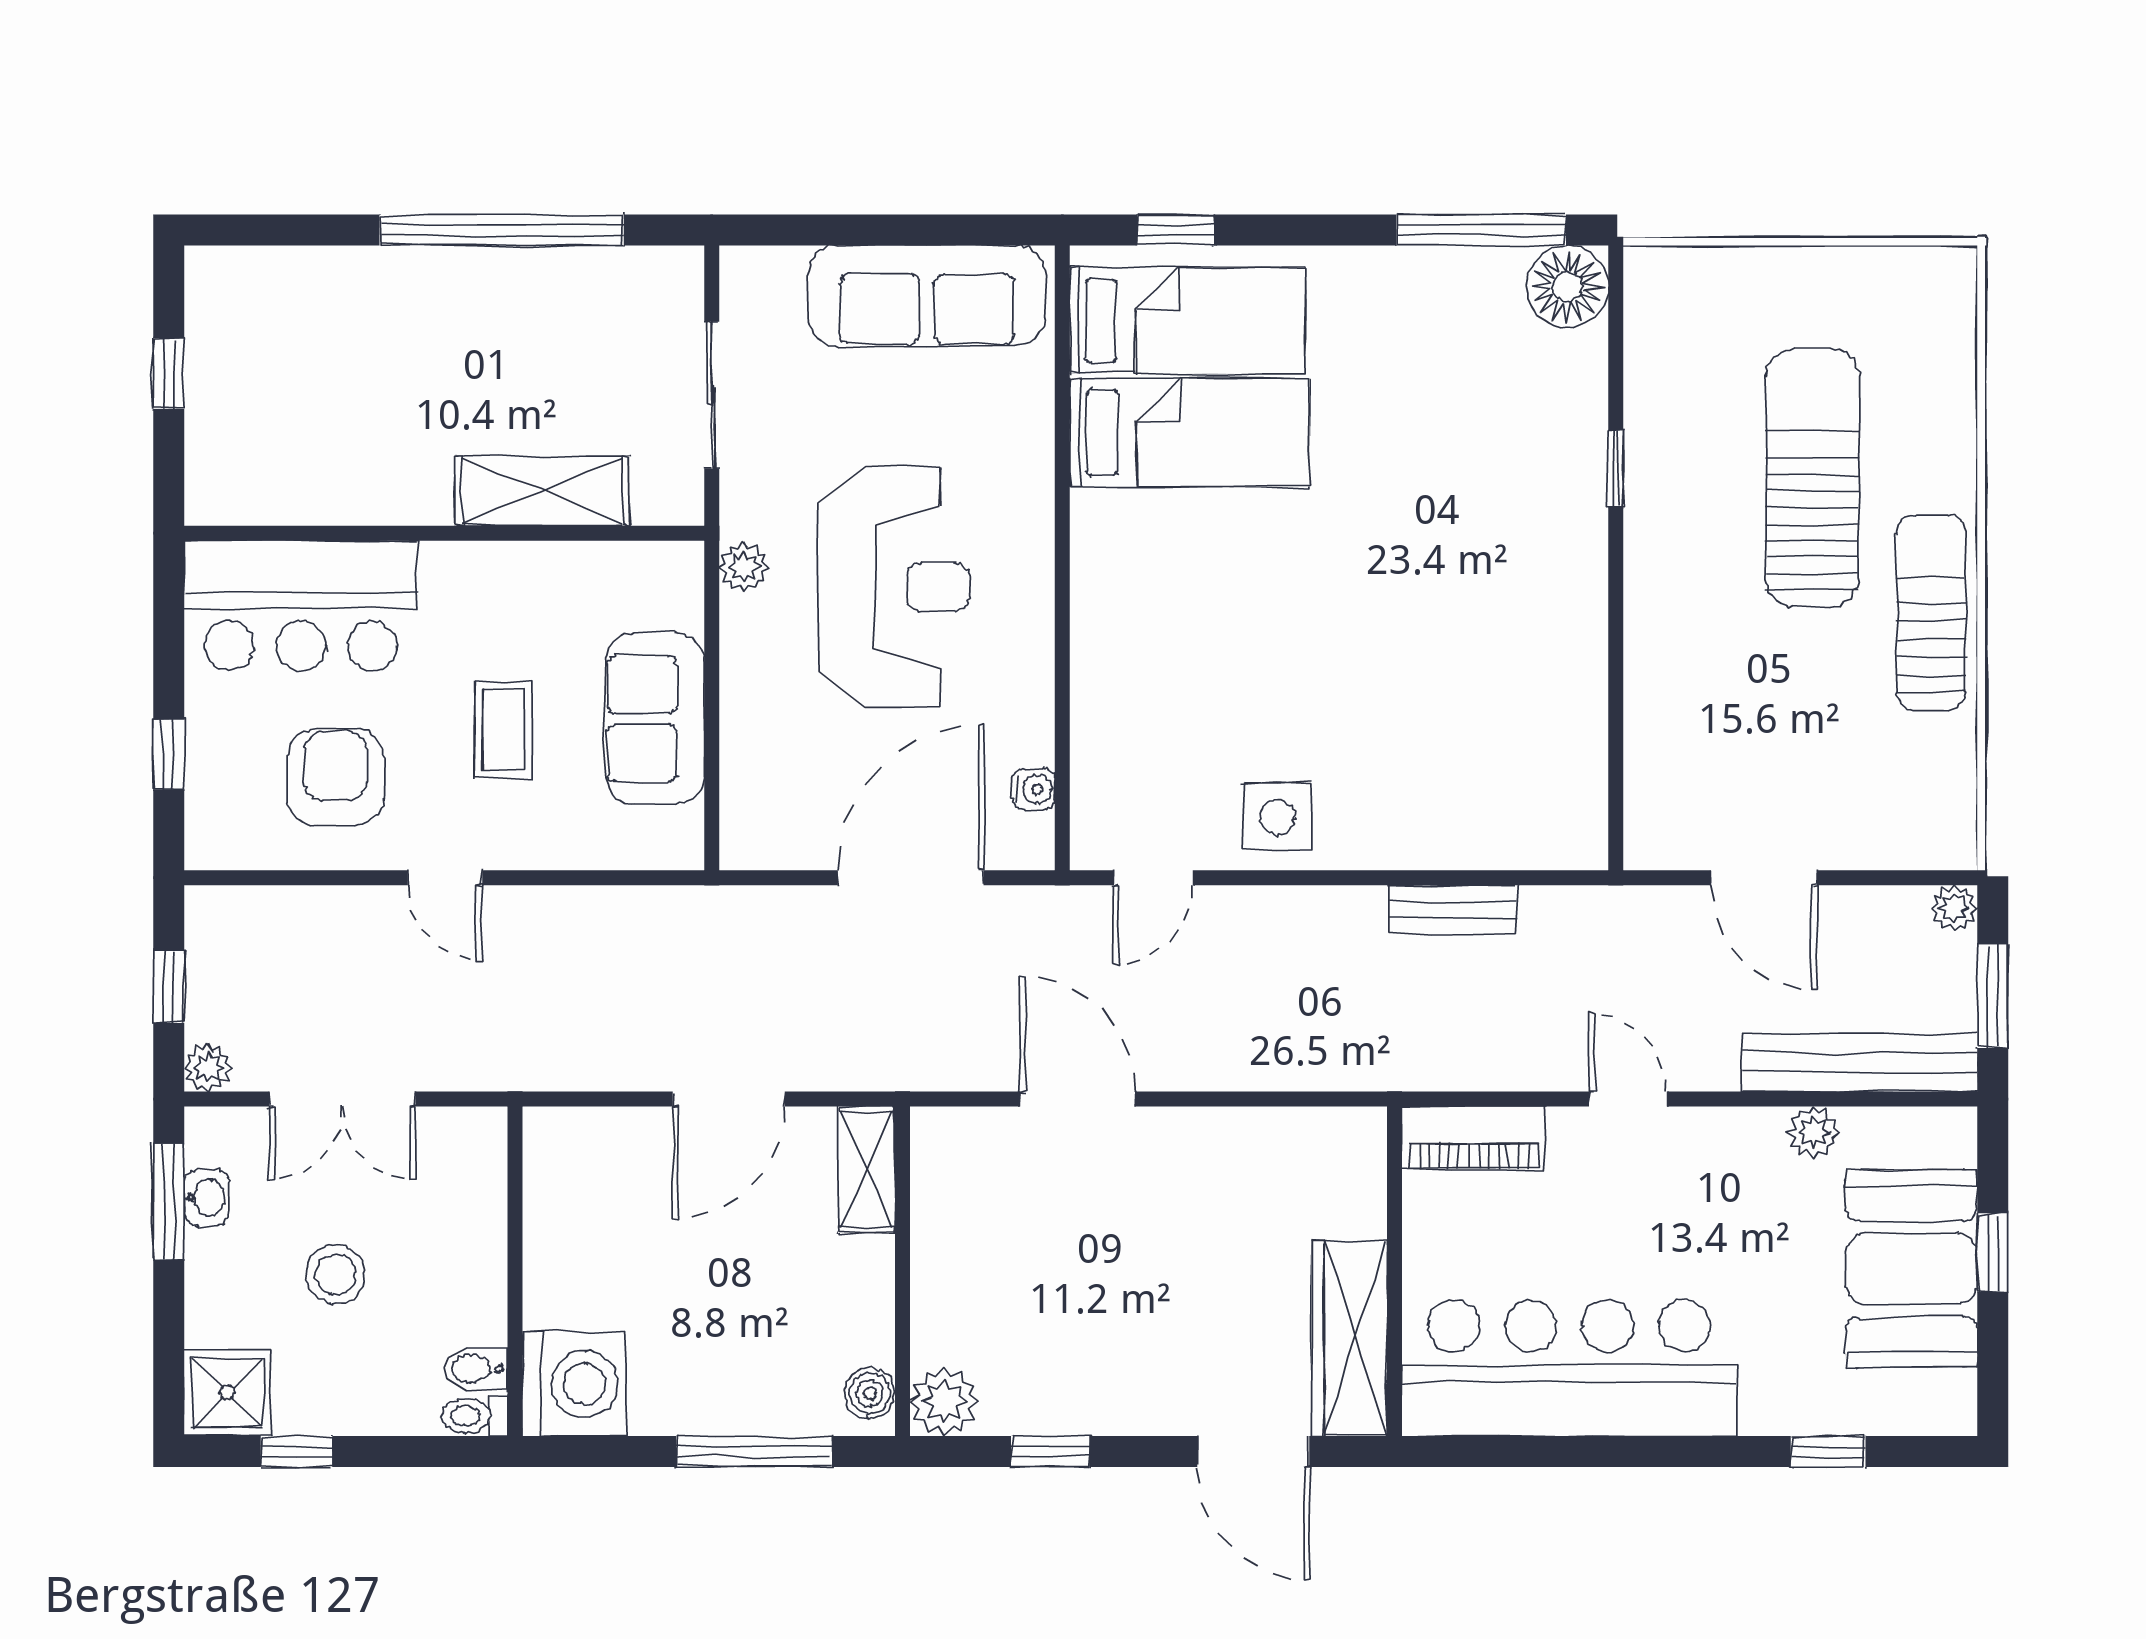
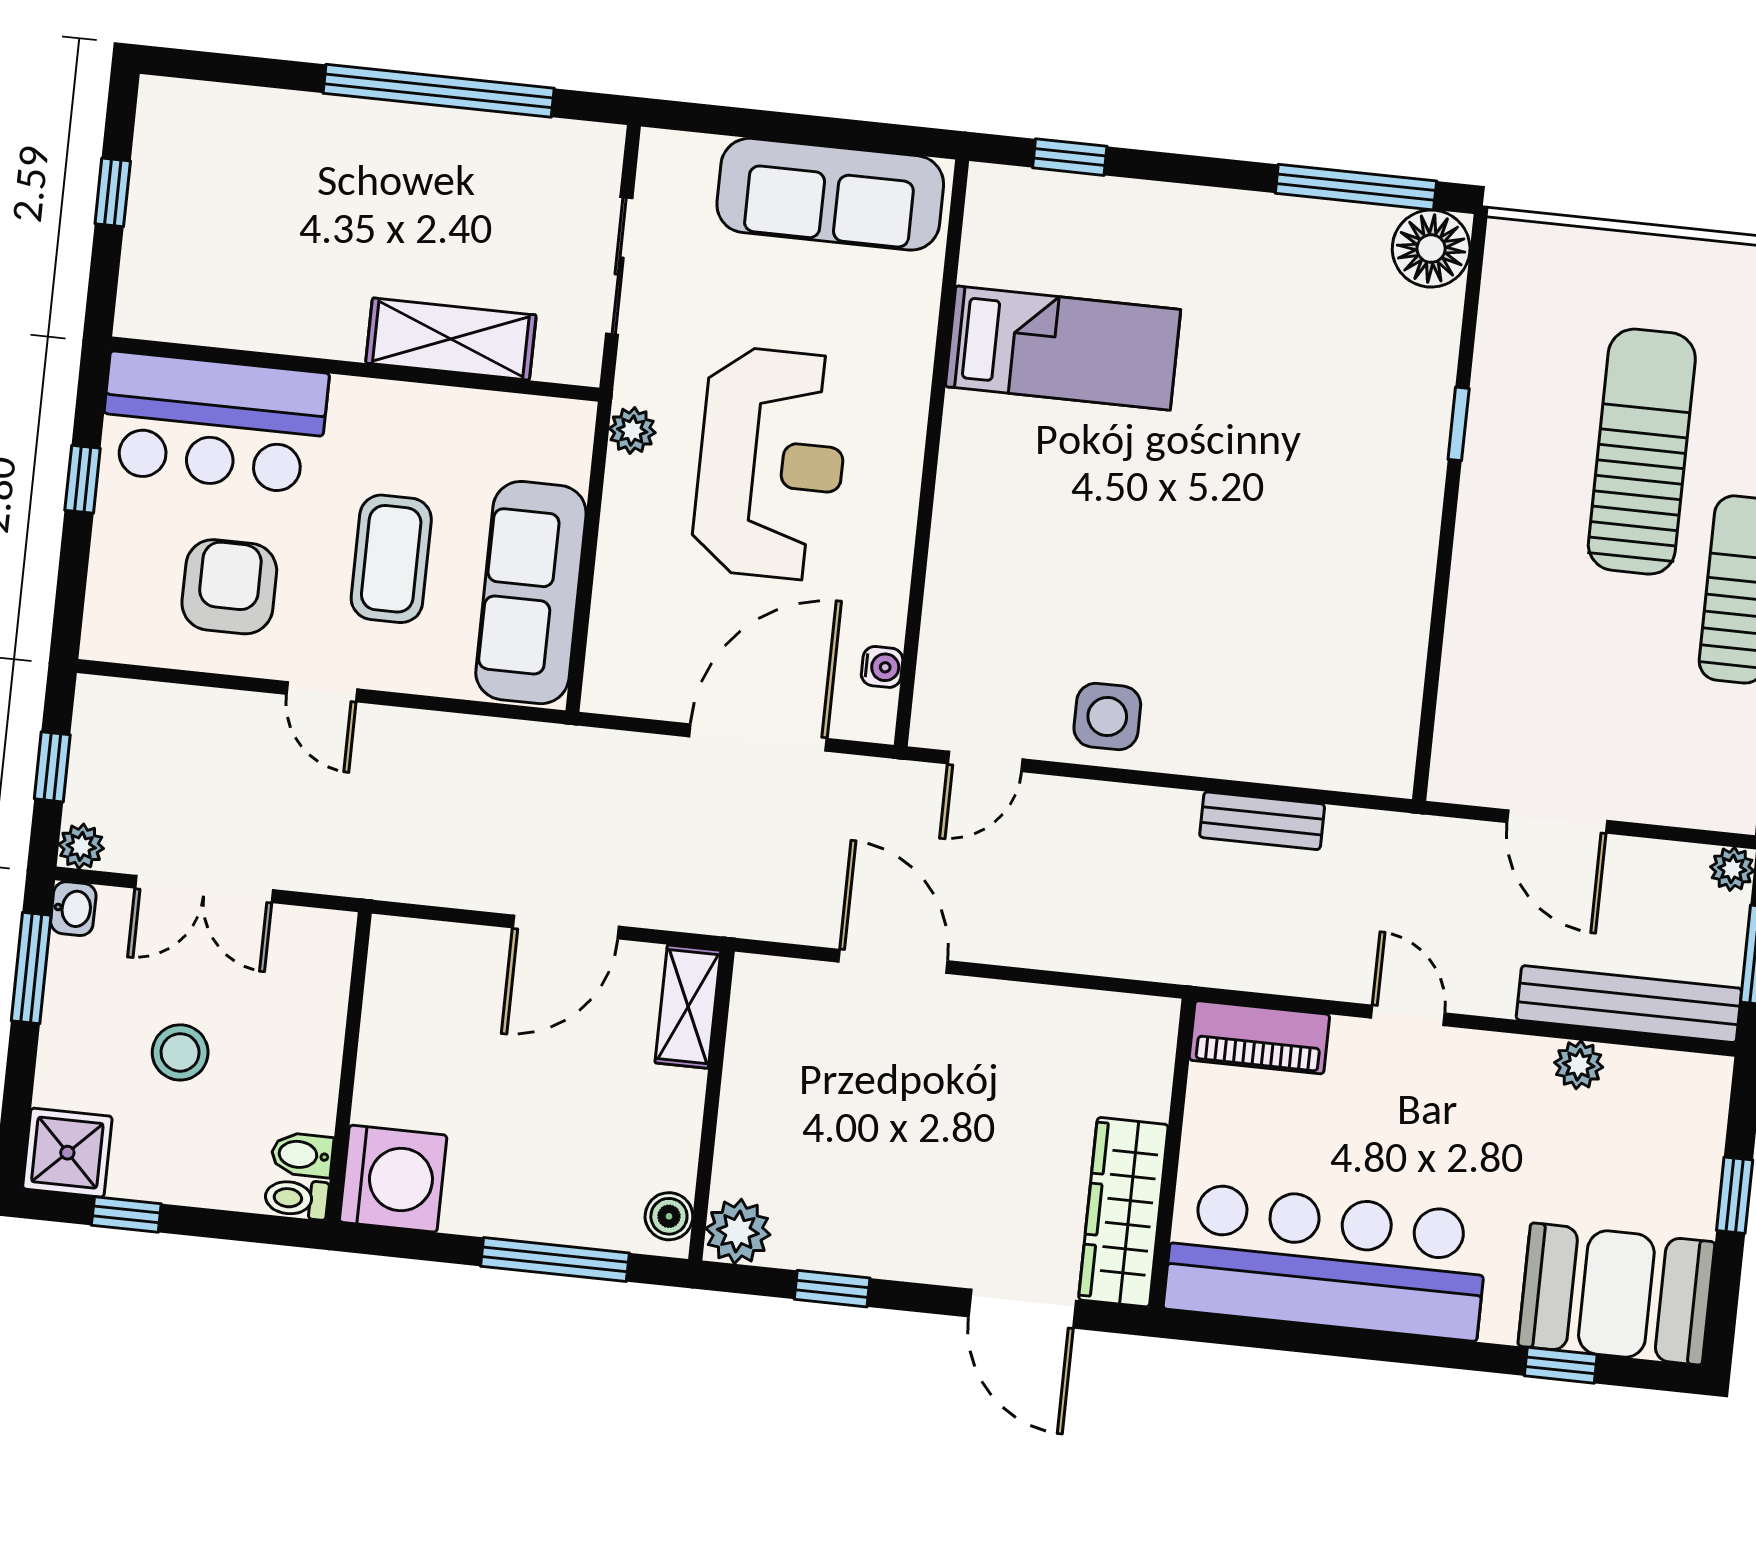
bed: (1187, 321) -> (1072, 243), removed
sofa: (655, 719) -> (531, 593), width x1.36
coffee table: (503, 730) -> (391, 559), width x1.36, depth x1.30
window: (169, 754) -> (83, 479), moved
washbasin: (207, 1198) -> (73, 909), moved
booth: (1911, 1269) -> (1616, 1294), moved, turned 90

